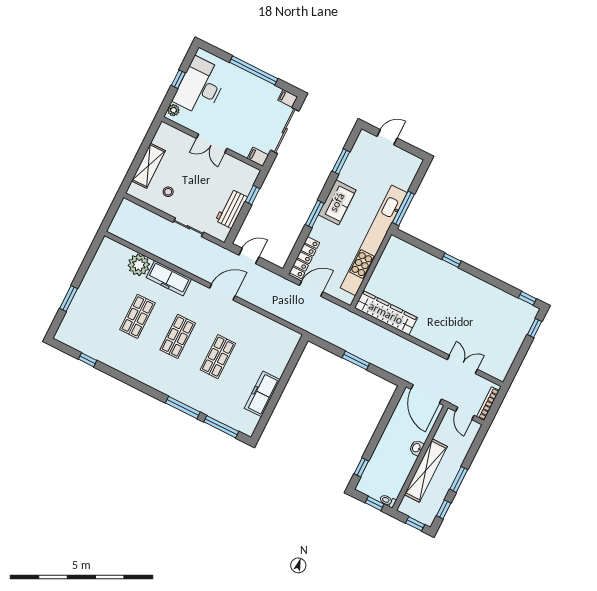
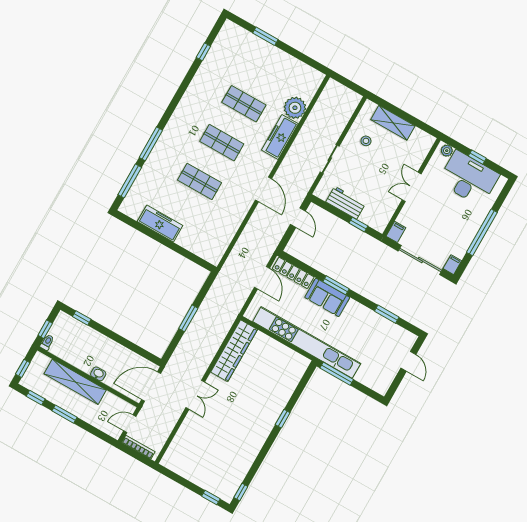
sofa: (337, 202) -> (327, 297), moved
double door: (462, 364) -> (195, 395), moved

